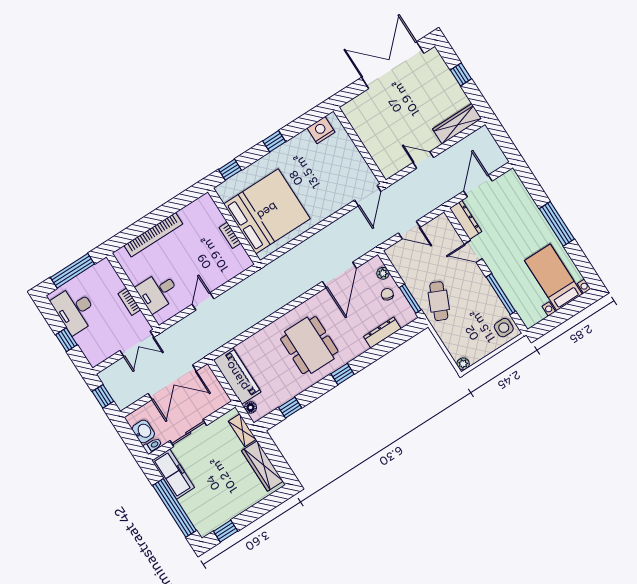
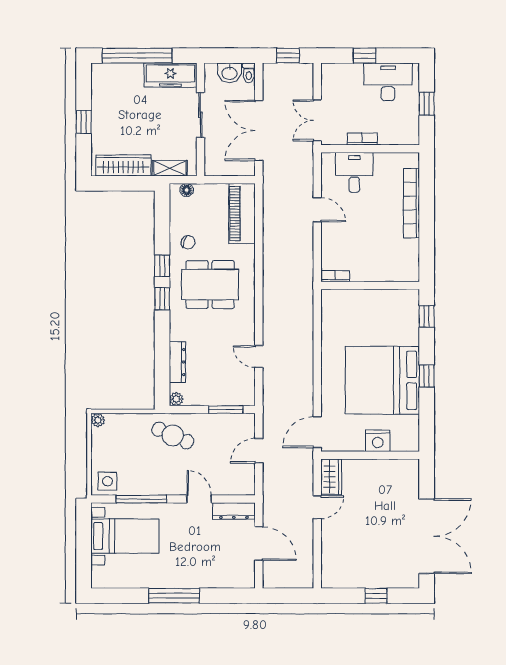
wardrobe: (457, 124) -> (331, 477), moved, width x0.67
nightstand: (321, 130) -> (378, 441), moved, turned 90
door: (368, 196) -> (317, 432), hinge flipped
bed: (267, 211) -> (382, 380), moved, turned 90
bookcase: (230, 235) -> (335, 276), moved
door: (473, 251) -> (199, 499), hinge flipped
window: (72, 271) -> (427, 104), width x0.46
plant: (383, 273) -> (176, 399), moved
door: (339, 275) -> (259, 356), width x0.53
bed with nightstands: (553, 277) -> (125, 536), moved
chair: (387, 294) -> (188, 242), moved
window: (410, 299) -> (226, 410), moved
piano: (237, 376) -> (242, 214), moved, turned 90
window: (290, 408) -> (162, 266), moved
toilet: (153, 446) -> (249, 73), moved
window: (226, 531) -> (84, 122), moved

